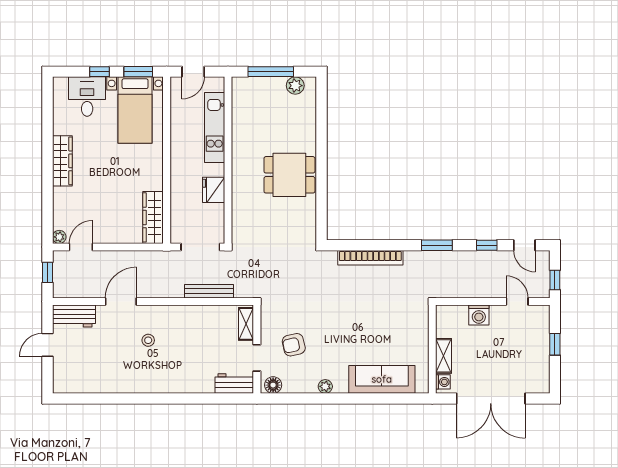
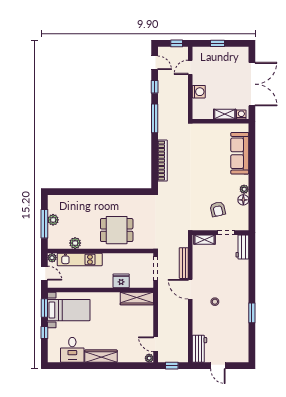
plant: (217, 84) -> (52, 258), added
plant: (295, 86) -> (53, 220), moved
desk: (87, 97) -> (72, 350), moved, turned -90
plant: (240, 120) -> (75, 243), added
dining table: (289, 175) -> (117, 230), moved, turned 90
fridge: (214, 190) -> (121, 281), moved, turned 180
window: (437, 245) -> (155, 118), width x1.44
door: (524, 245) -> (155, 63), hinge flipped
door: (121, 302) -> (190, 289), moved
floor lamp: (273, 385) -> (243, 200), moved
window: (130, 399) -> (252, 313), added

